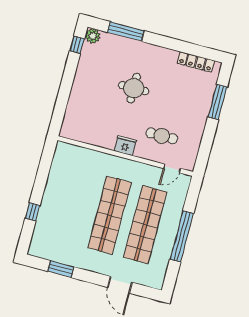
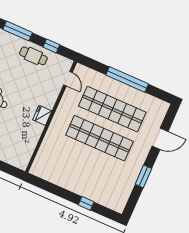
cafe table: (162, 136) -> (33, 56), moved, turned 90
window: (206, 143) -> (51, 46), added
window: (61, 269) -> (143, 176), moved

